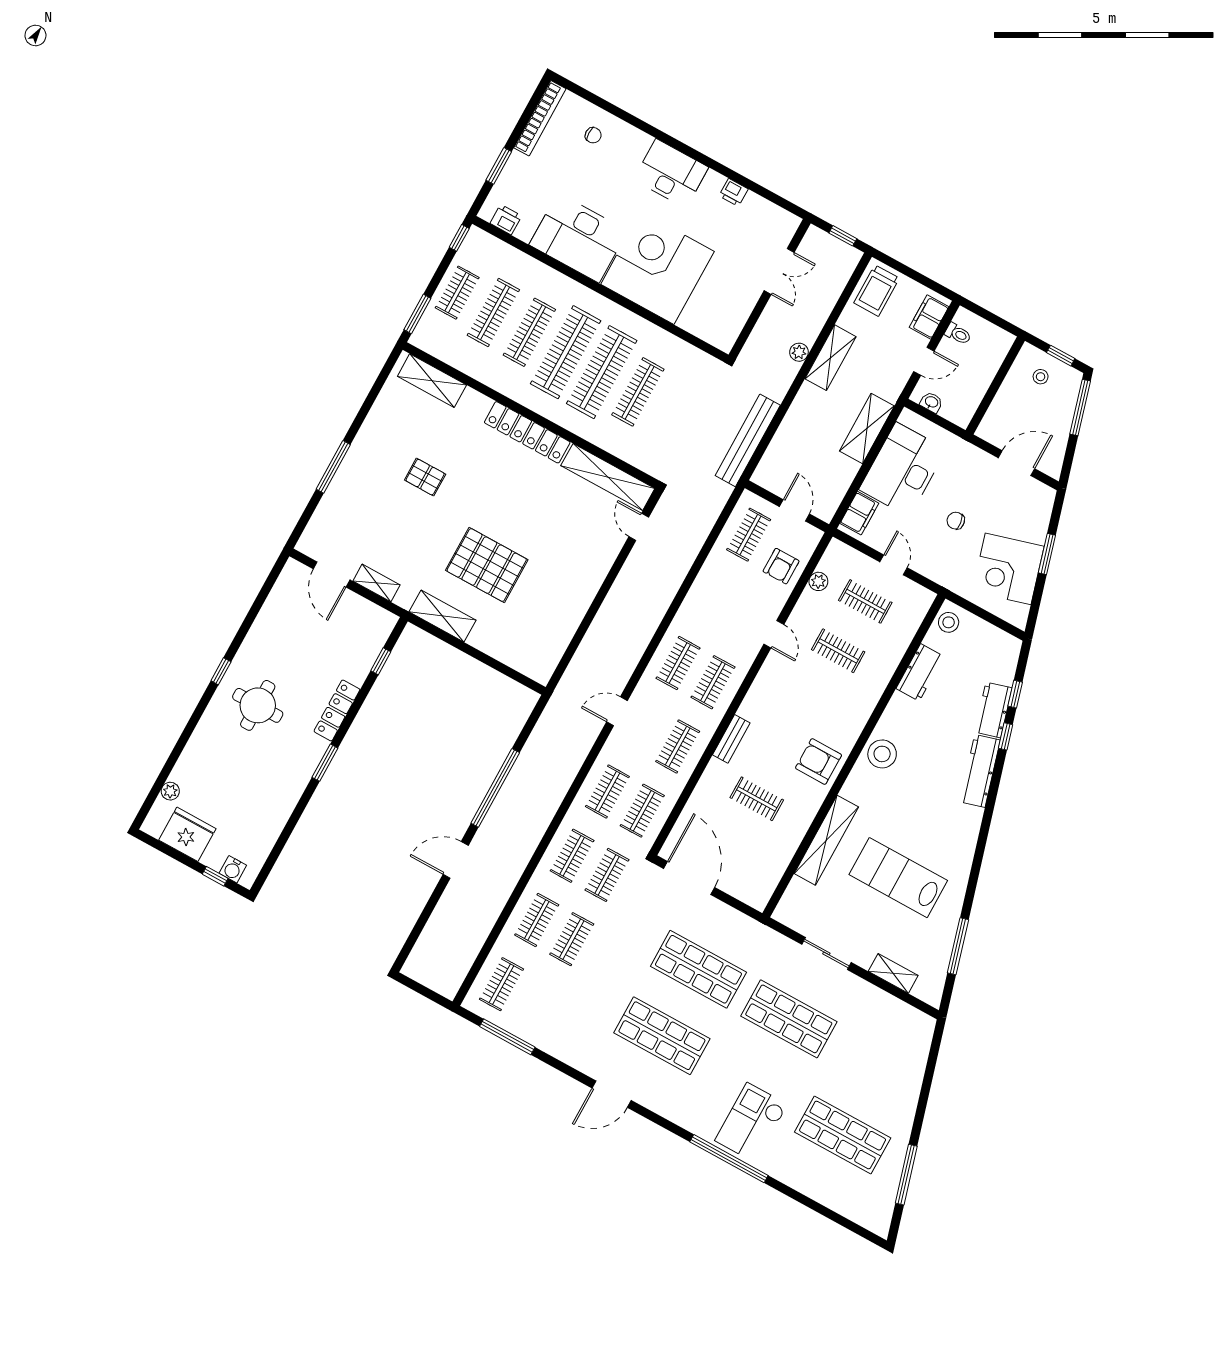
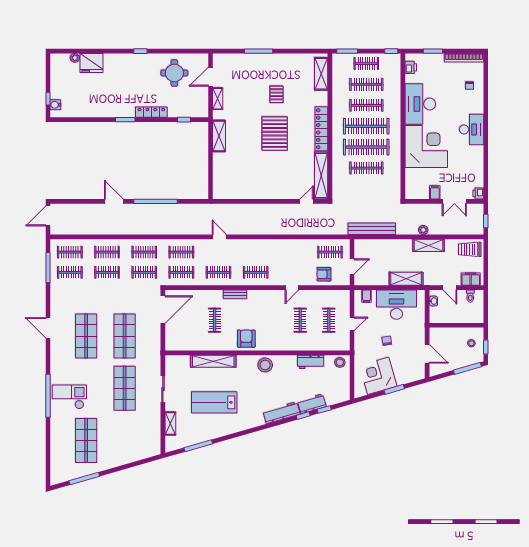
printer: (734, 192) -> (478, 194), moved
filing cabinet: (745, 297) -> (435, 192), added
filing cabinet: (859, 513) -> (367, 296), width x0.50
pallet: (487, 565) -> (275, 134), moved
plant: (818, 581) -> (326, 295), removed
clothes rail: (678, 663) -> (70, 272), moved
round table: (258, 705) -> (174, 73), moved
fridge: (187, 834) -> (92, 63), moved, turned 90
lab bench: (898, 878) -> (214, 402), turned -90
door: (418, 988) -> (48, 216), added

